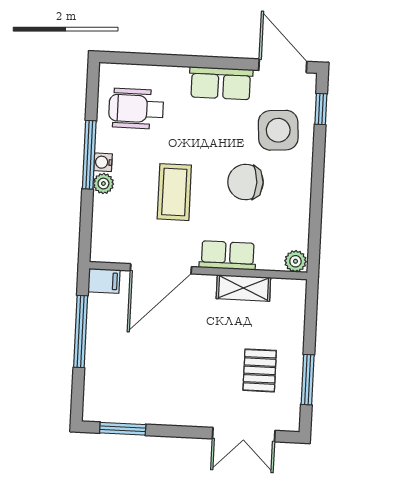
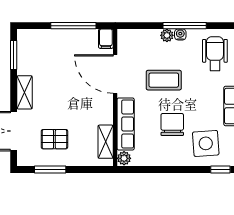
row of seats: (228, 255) -> (126, 124), width x1.48
shelving: (243, 288) -> (106, 142), moved
shelving: (183, 414) -> (25, 92), added

